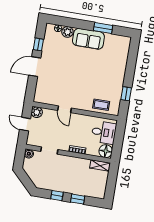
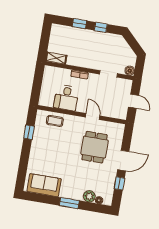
window: (103, 28) -> (69, 203), moved
sofa: (88, 39) -> (44, 185), moved
dining table: (63, 80) -> (94, 147), added
plant: (37, 112) -> (121, 113), removed
desk: (104, 132) -> (66, 98), moved, turned -90
floor lamp: (106, 151) -> (50, 73), removed

